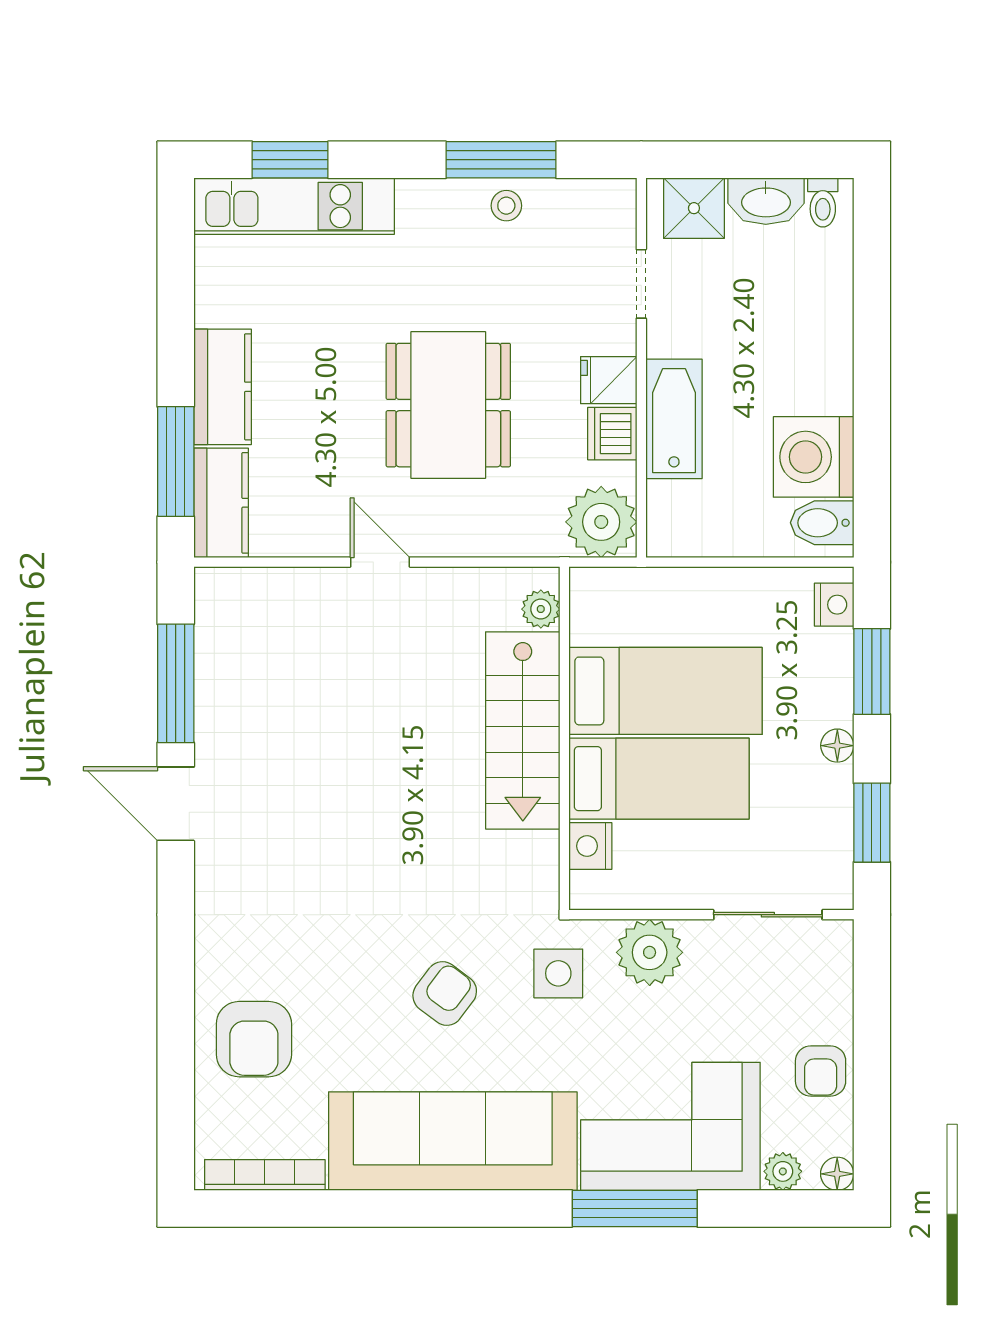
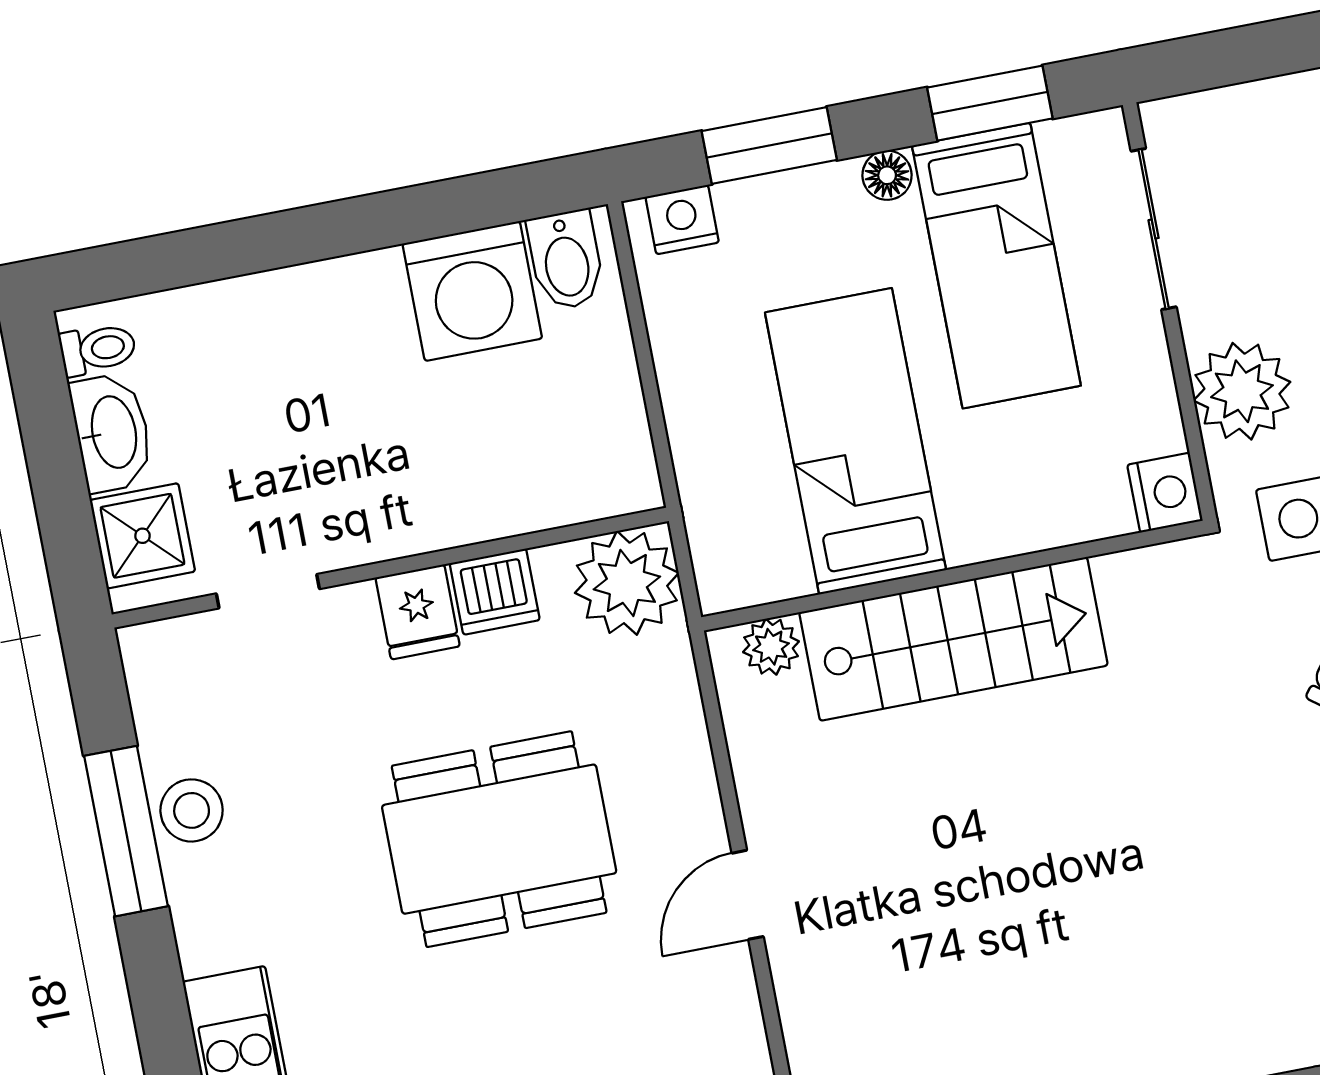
stool: (506, 206) -> (192, 810), width x1.37, depth x1.37
bathtub: (674, 419) -> (456, 506), removed
bed: (659, 779) -> (996, 266), moved, turned 180
nightstand: (590, 846) -> (1165, 493), moved, turned -90

